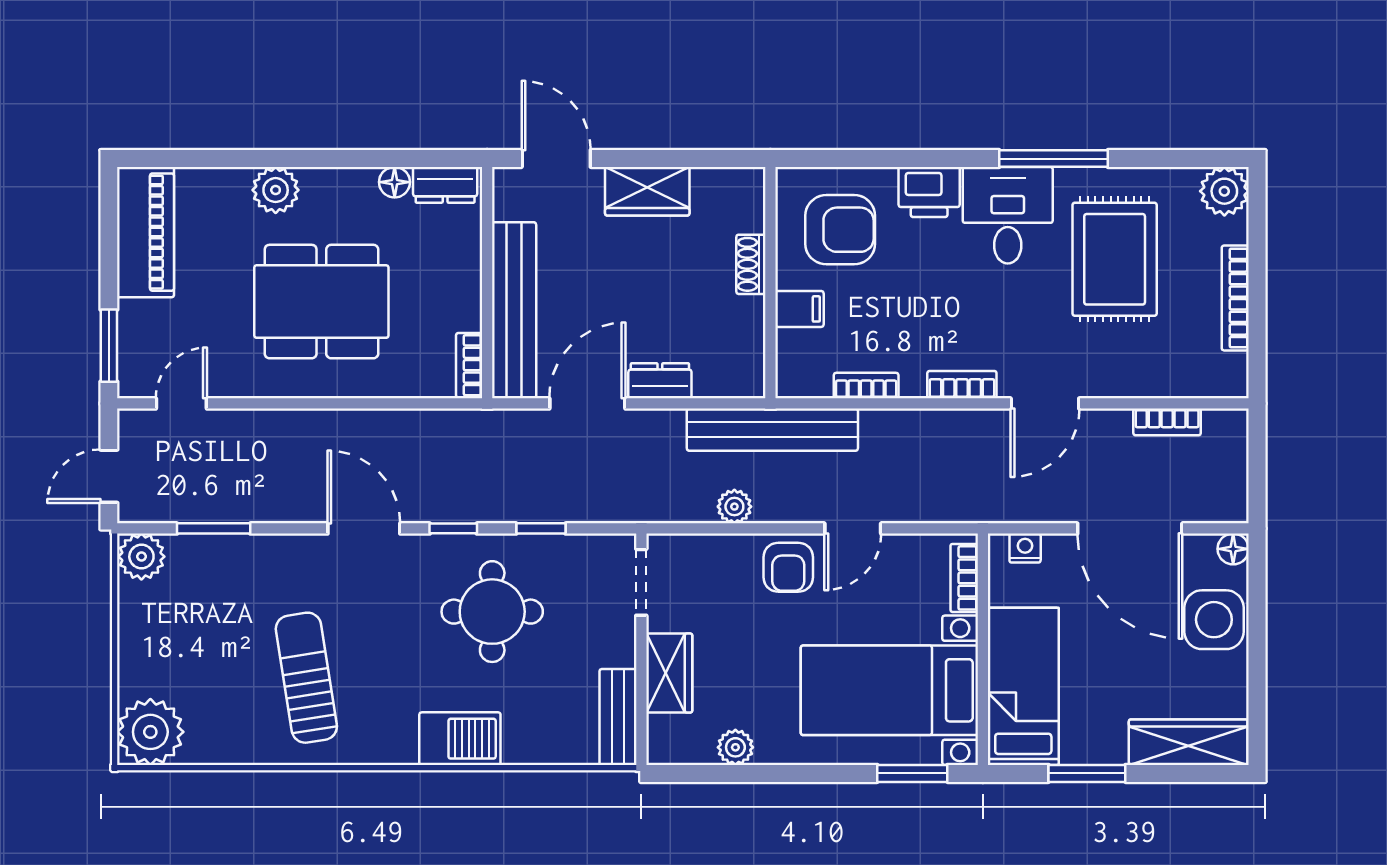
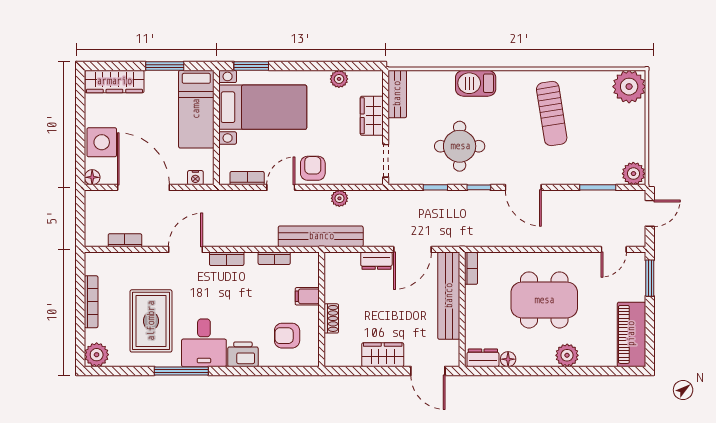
armchair: (840, 230) -> (287, 336), width x0.72, depth x0.72
bookcase: (964, 578) -> (247, 178), moved, turned -90

